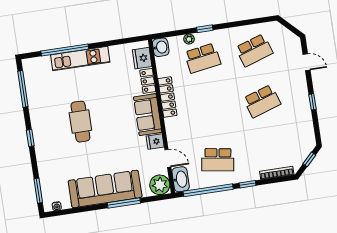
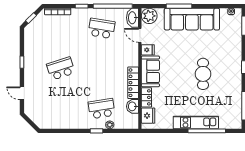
washbasin: (161, 47) -> (132, 106), moved
school desk: (254, 50) -> (61, 109), removed

